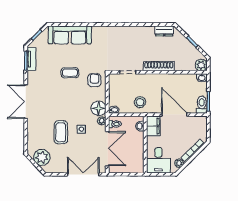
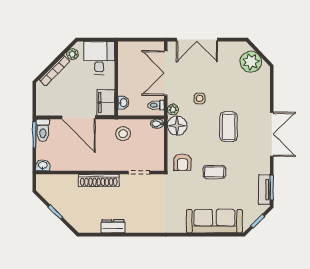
dresser: (164, 31) -> (113, 226), moved
plant: (201, 65) -> (44, 182), removed
coffee table: (61, 132) -> (228, 127), moved

